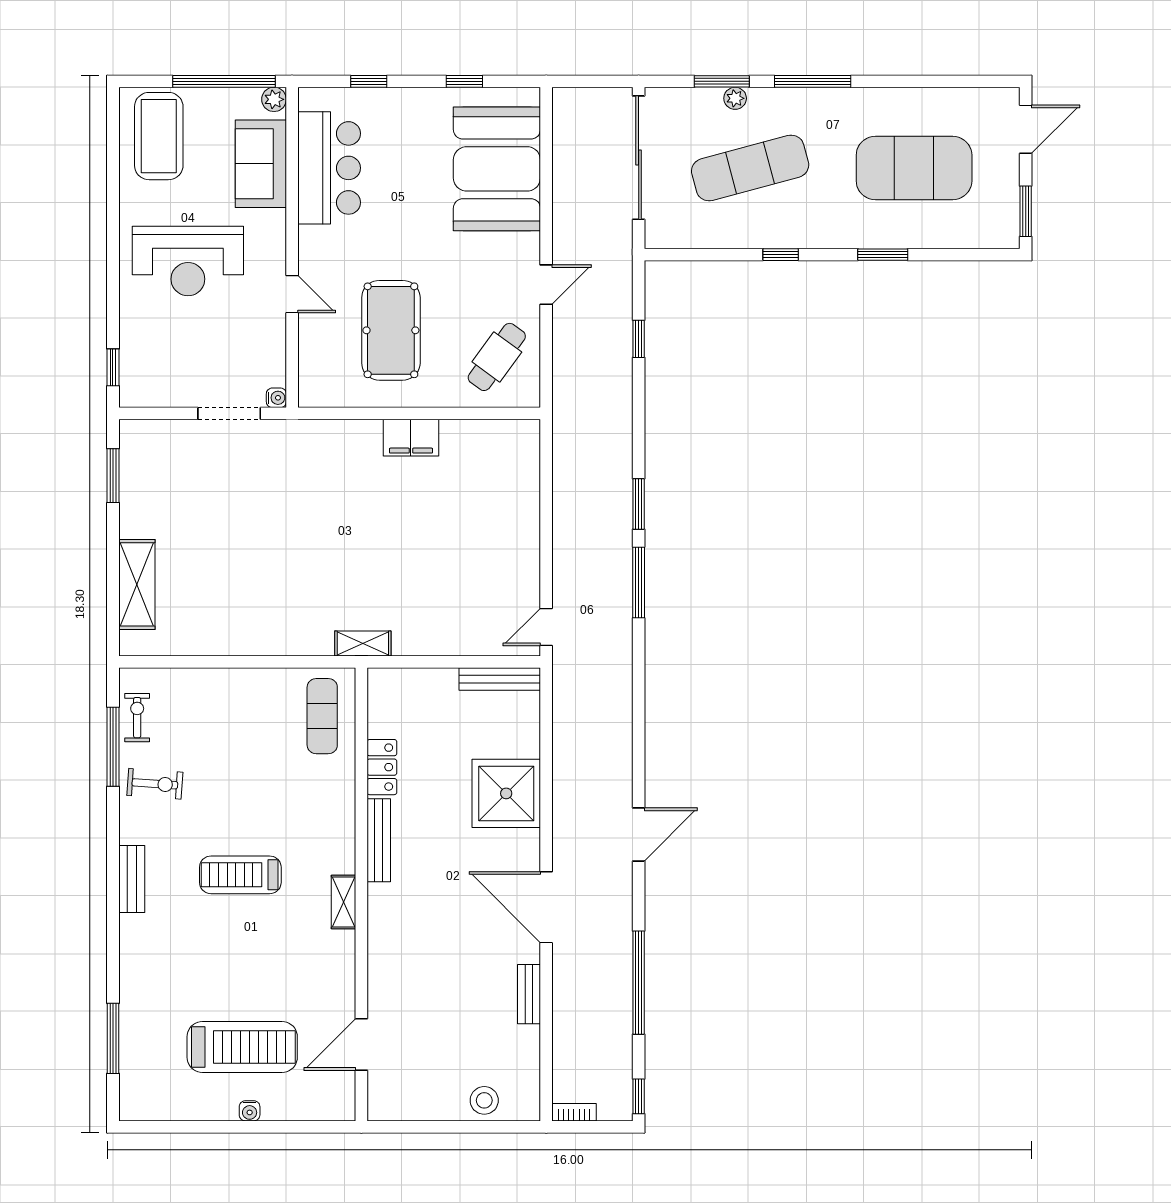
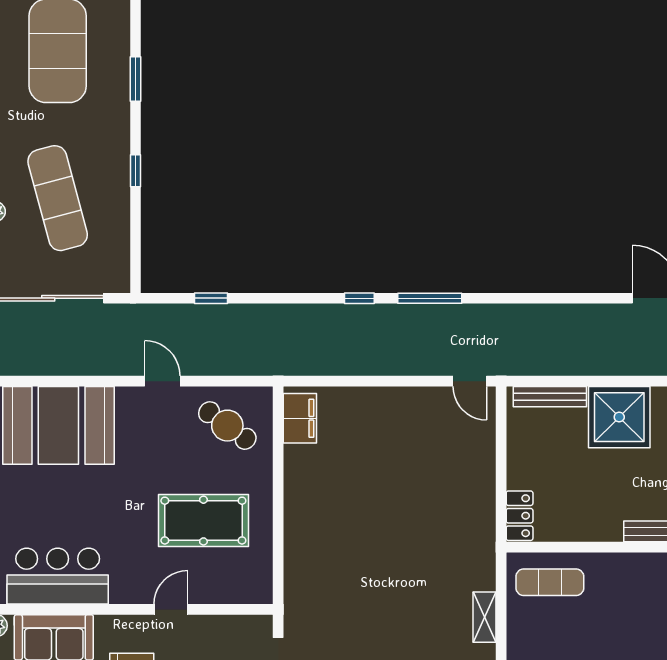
water cooler: (276, 398) -> (264, 623), removed
filing cabinet: (411, 438) -> (300, 418), moved
window: (639, 504) -> (359, 298), width x0.67
shelving: (363, 643) -> (485, 617), moved
bench: (500, 679) -> (550, 397), moved, turned 90
locker: (382, 767) -> (520, 516), moved, turned 90

